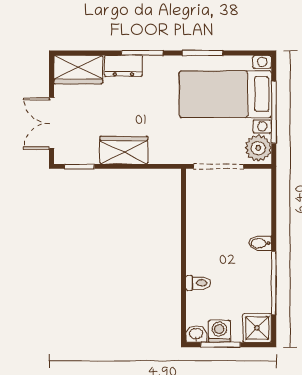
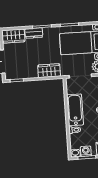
wardrobe: (124, 150) -> (49, 71), moved
bathtub: (202, 239) -> (75, 110), added

